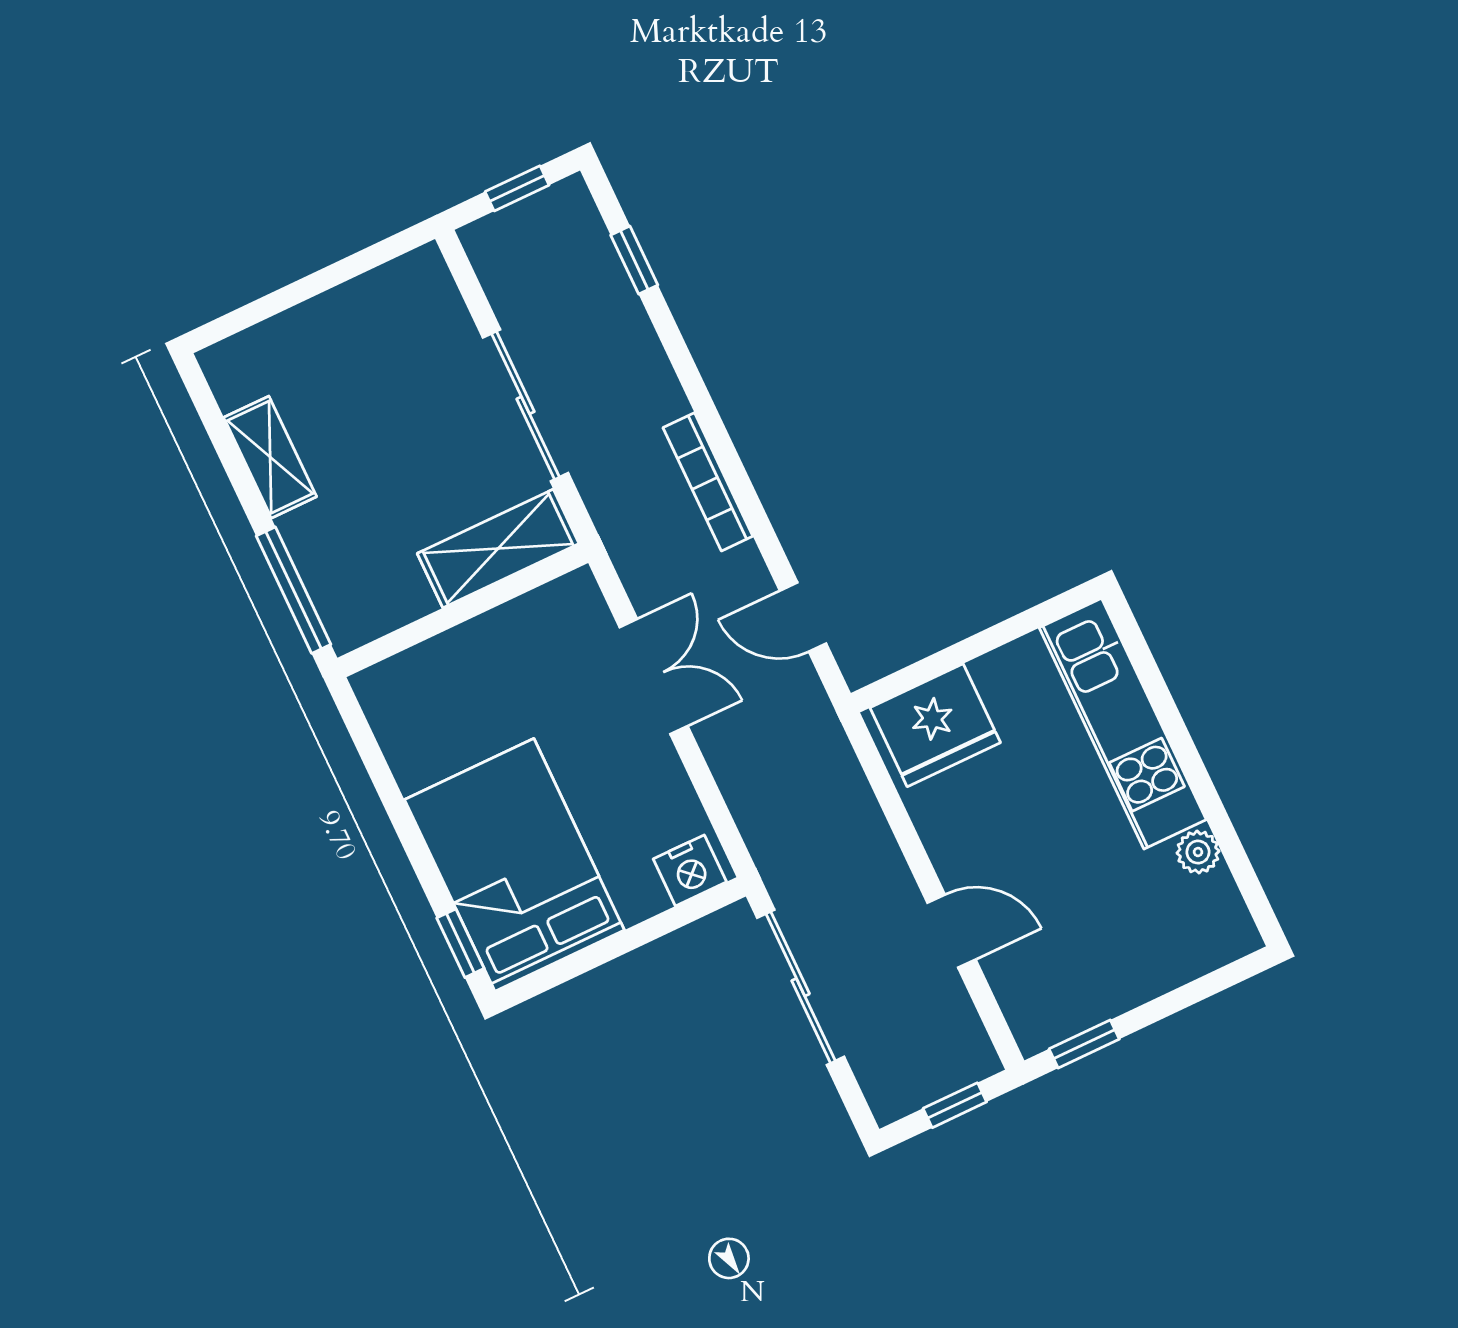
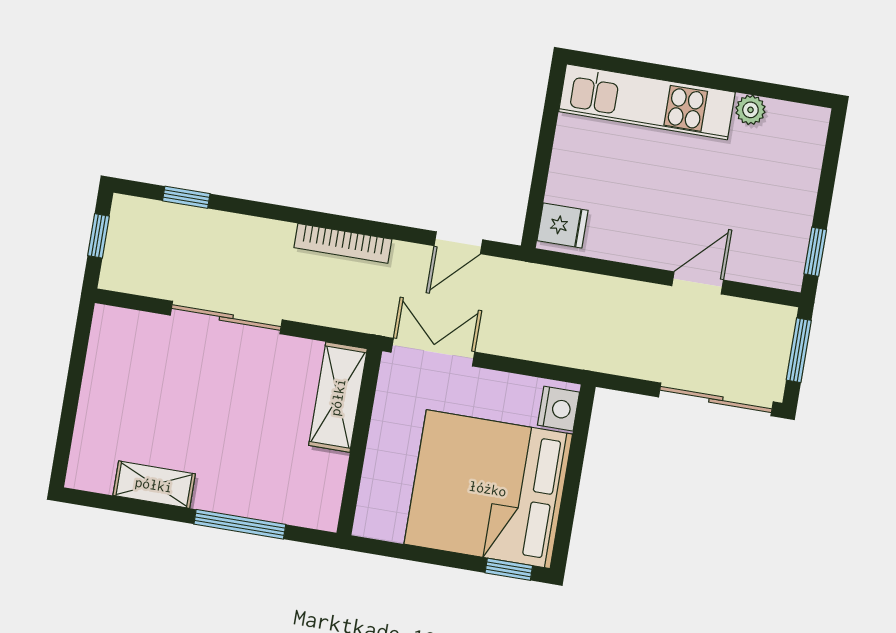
shelving: (498, 549) -> (338, 397), moved
wall: (463, 610) -> (359, 442), moved
fridge: (935, 725) -> (563, 225), width x0.53, depth x0.75
bed: (514, 865) -> (488, 489), width x1.36
sliding door: (801, 987) -> (716, 399), moved
window: (955, 1105) -> (799, 350), width x1.50

